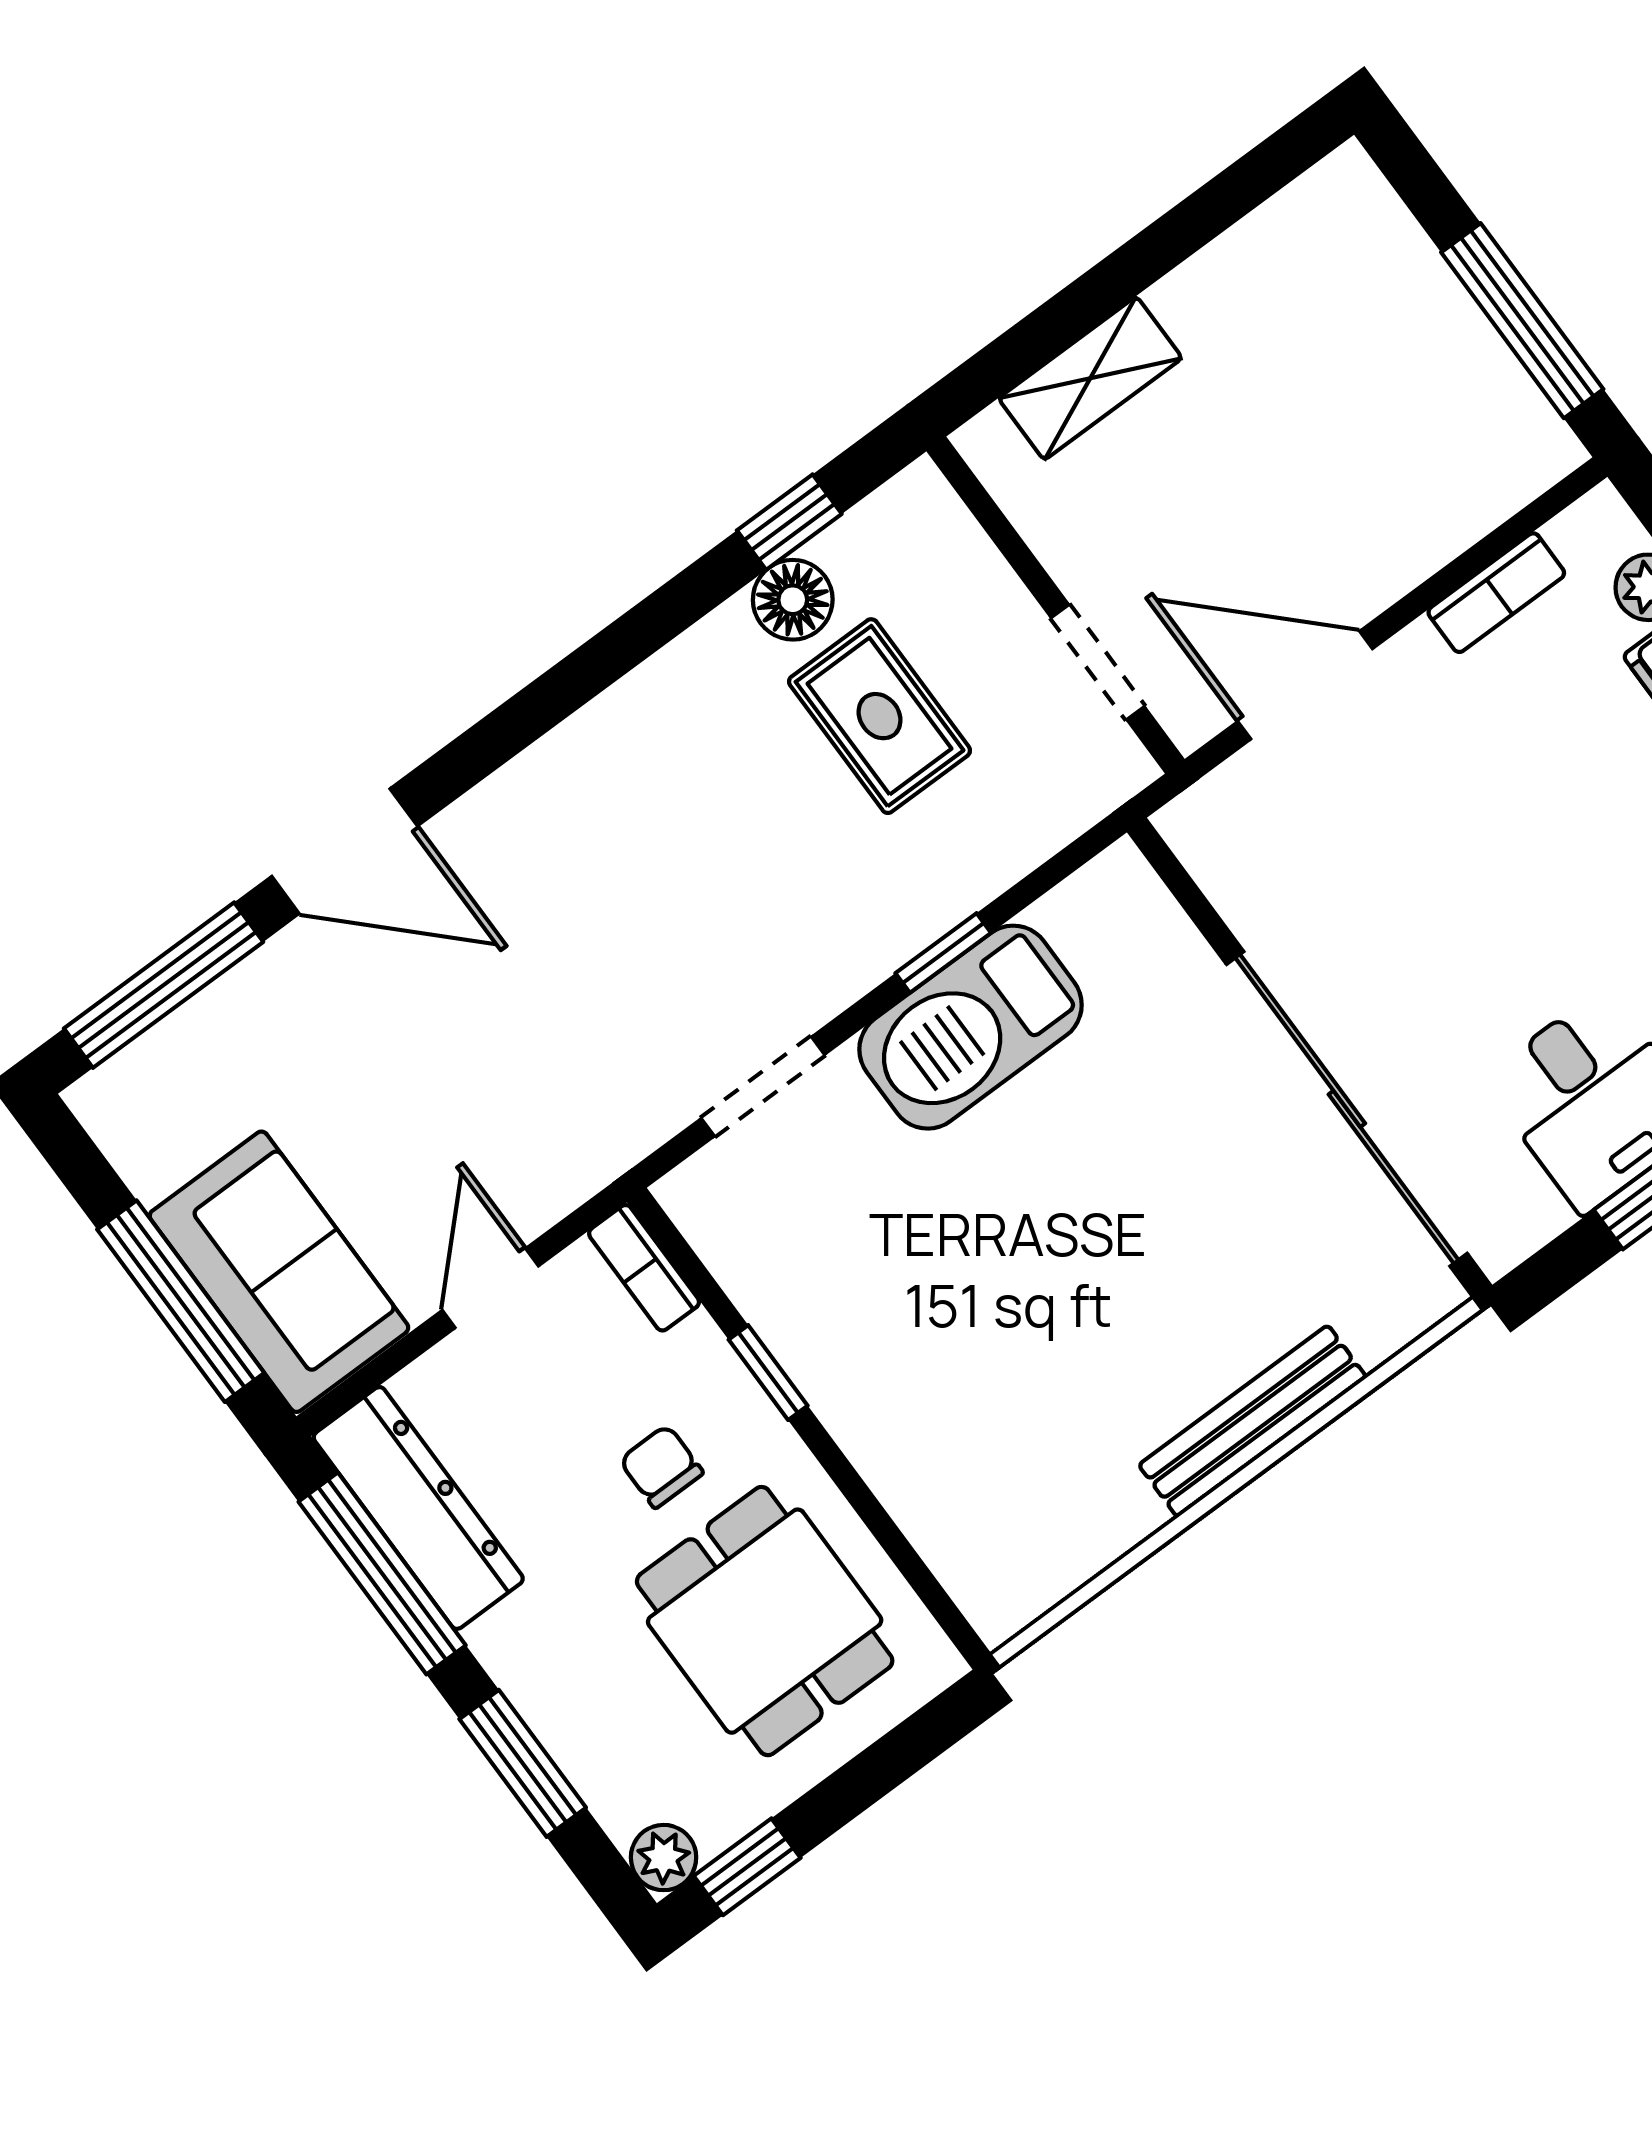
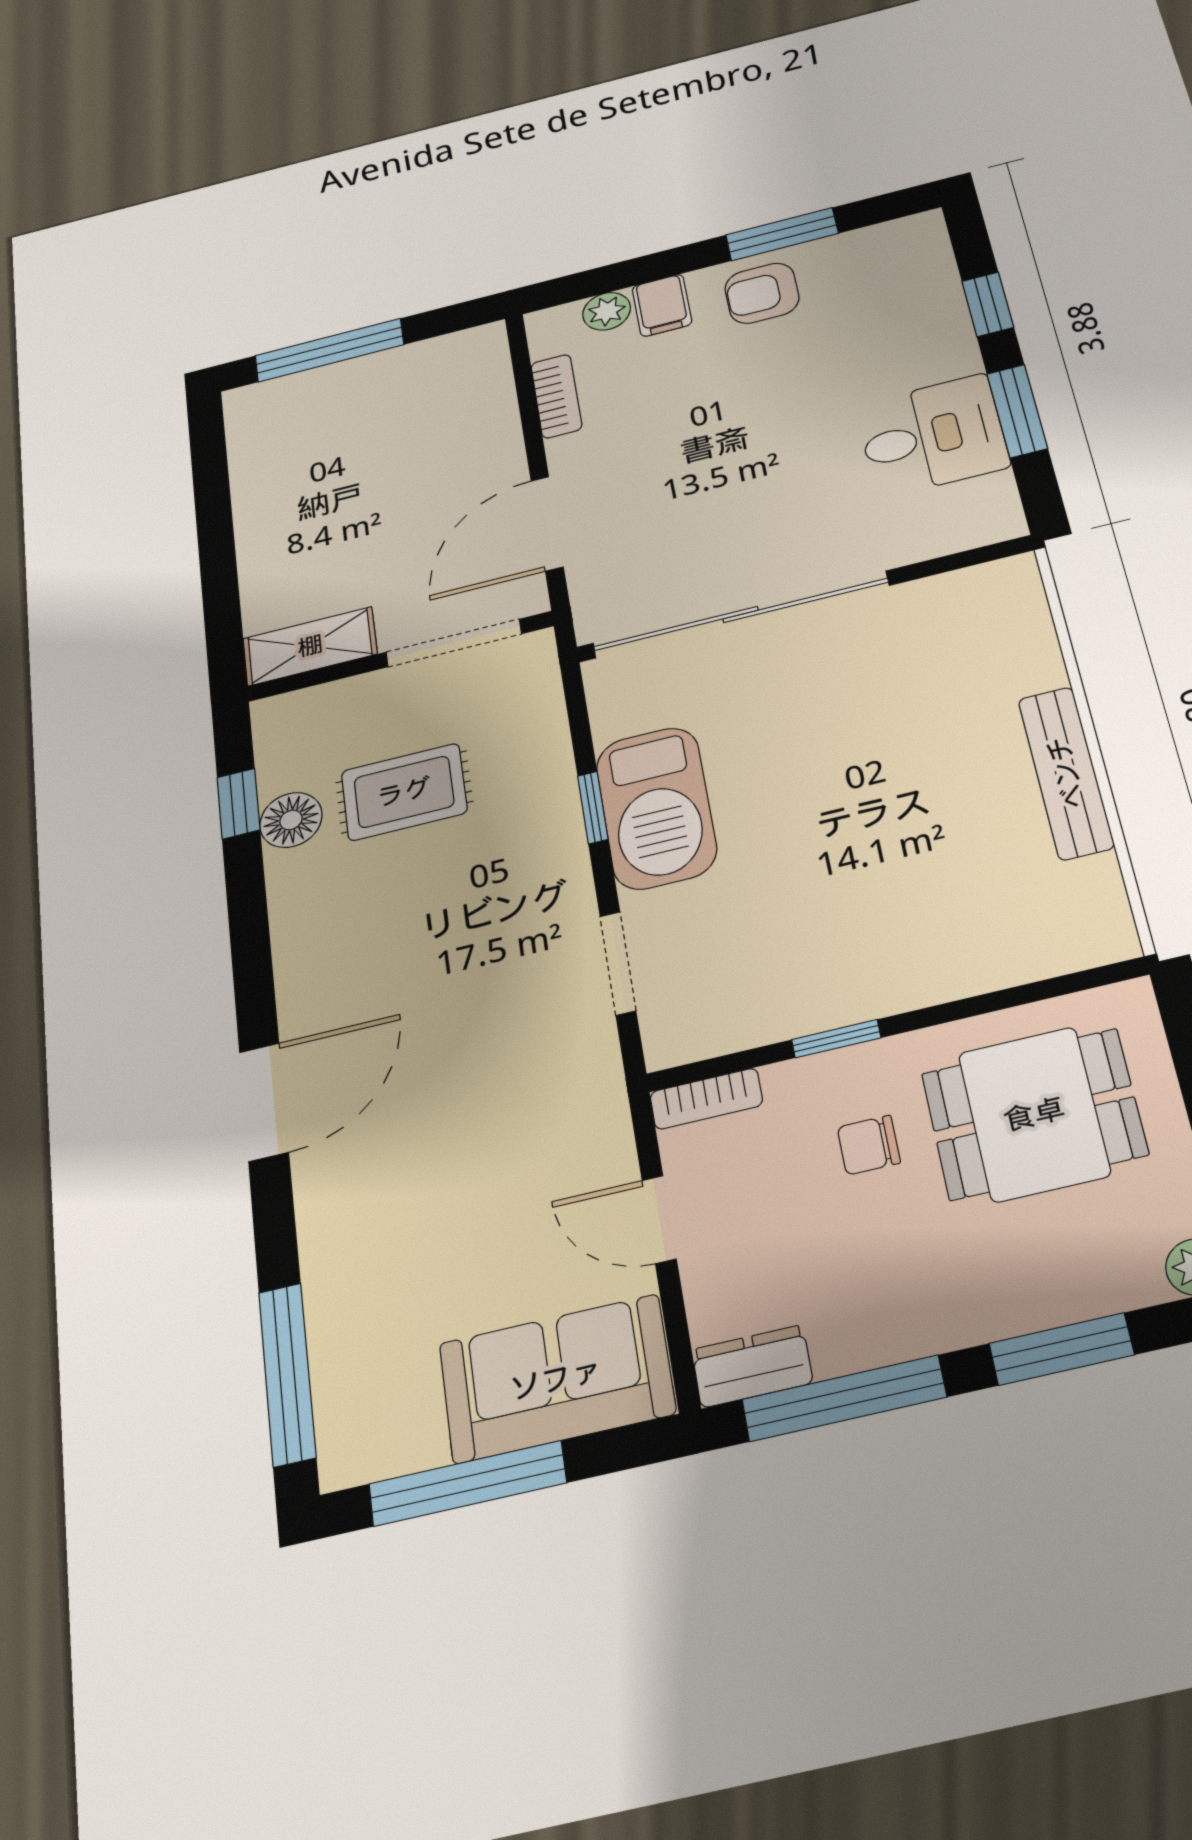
window: (1522, 321) -> (329, 350), moved
shelving: (1090, 378) -> (310, 646), moved, turned 90
doorway: (1098, 662) -> (454, 643), width x1.38
door: (345, 851) -> (264, 1102), moved
sliding door: (1347, 1109) -> (740, 615), moved
window: (181, 1301) -> (467, 1483), moved
bench: (1253, 1421) -> (1066, 773), moved
dresser: (418, 1508) -> (752, 1366), width x0.51, depth x0.80

